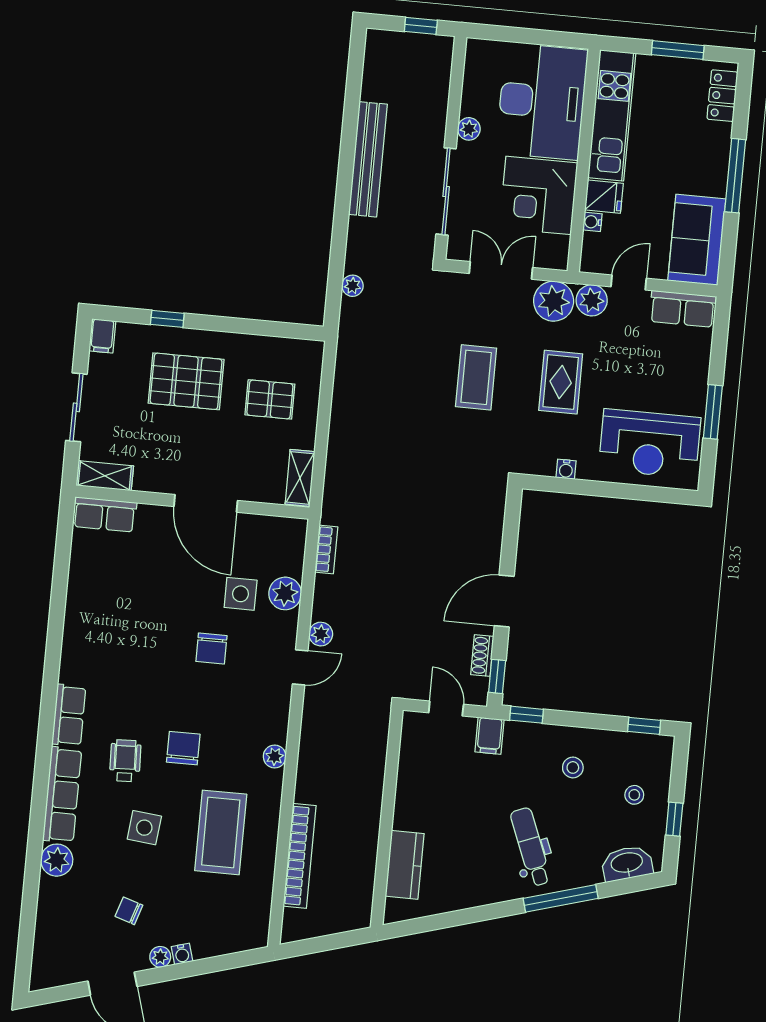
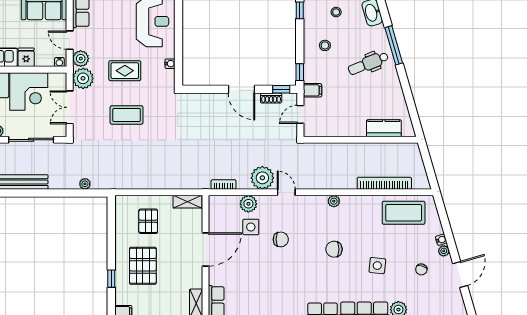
water cooler: (592, 222) -> (59, 62), moved
plant: (321, 634) -> (262, 178), width x1.87, depth x1.87
wheelchair: (125, 761) -> (343, 279), removed
coffee table: (221, 832) -> (404, 213), moved

